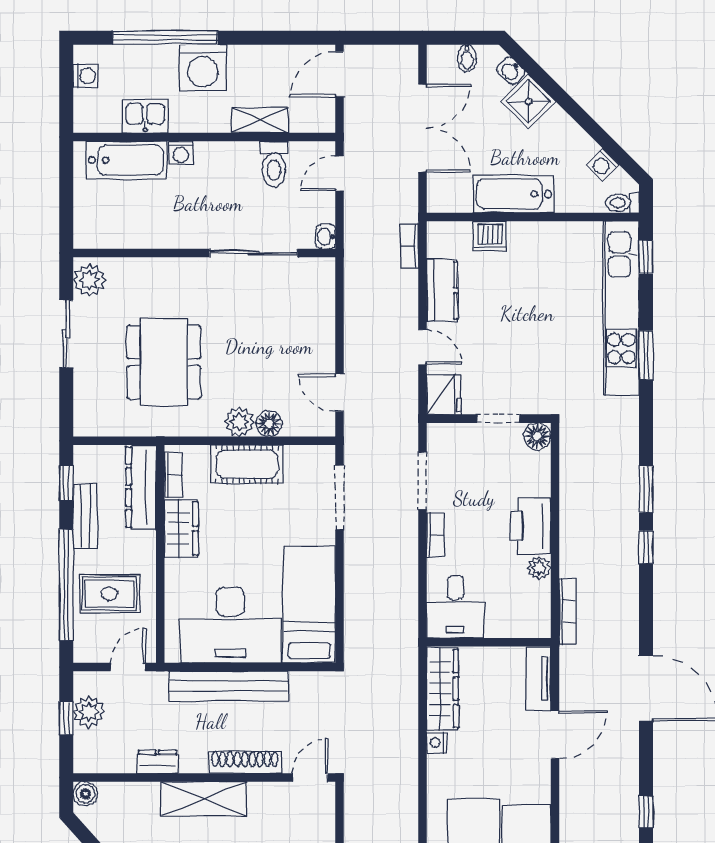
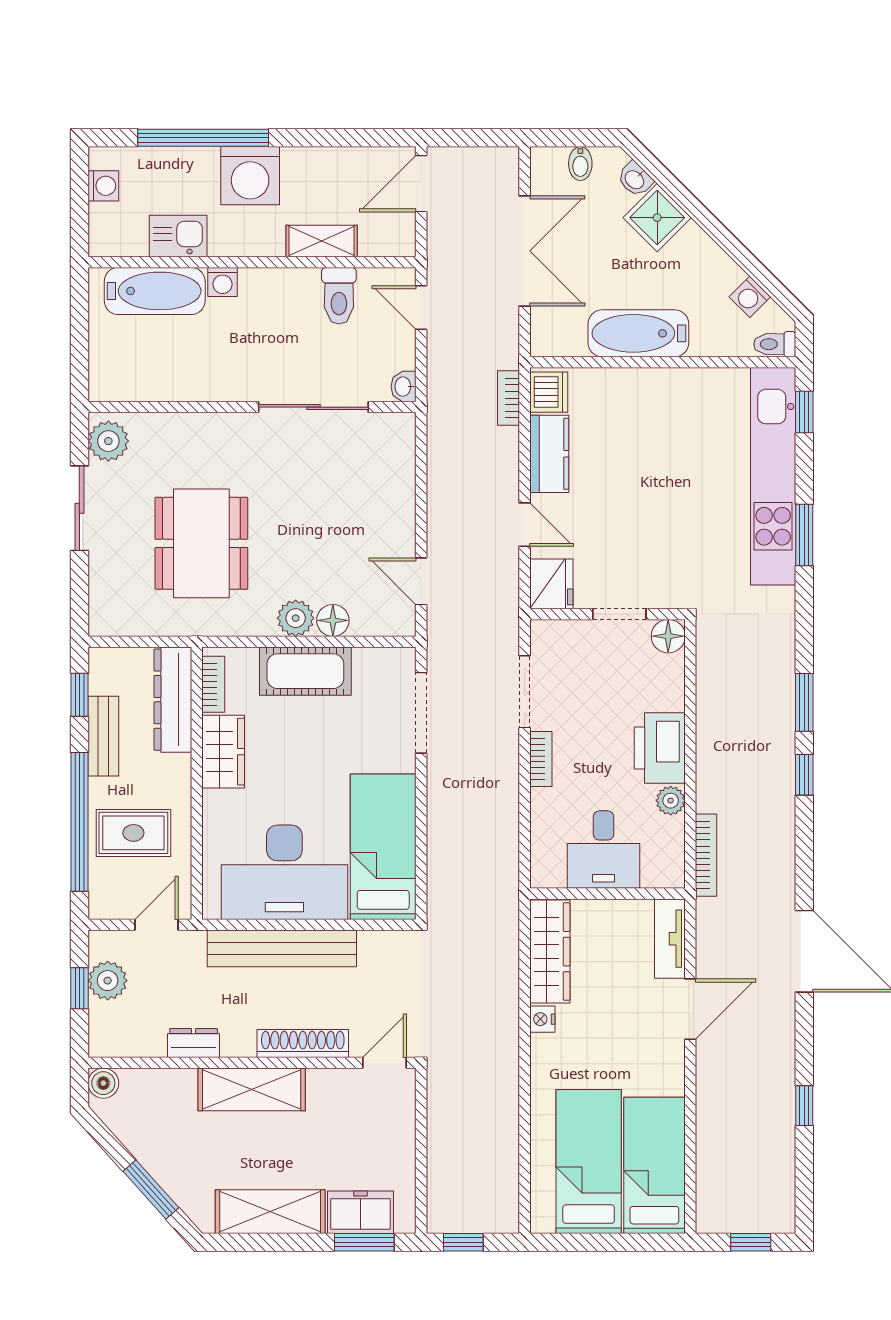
door: (340, 173) -> (421, 308), hinge flipped
dishwasher: (490, 236) -> (549, 392), moved, turned -90
desk: (455, 607) -> (604, 850), moved

